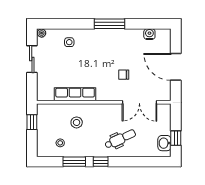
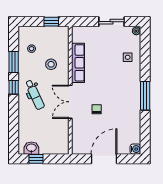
water cooler: (149, 34) -> (135, 149), moved
double door: (139, 102) -> (70, 102), moved
dental chair: (120, 139) -> (35, 95), moved

